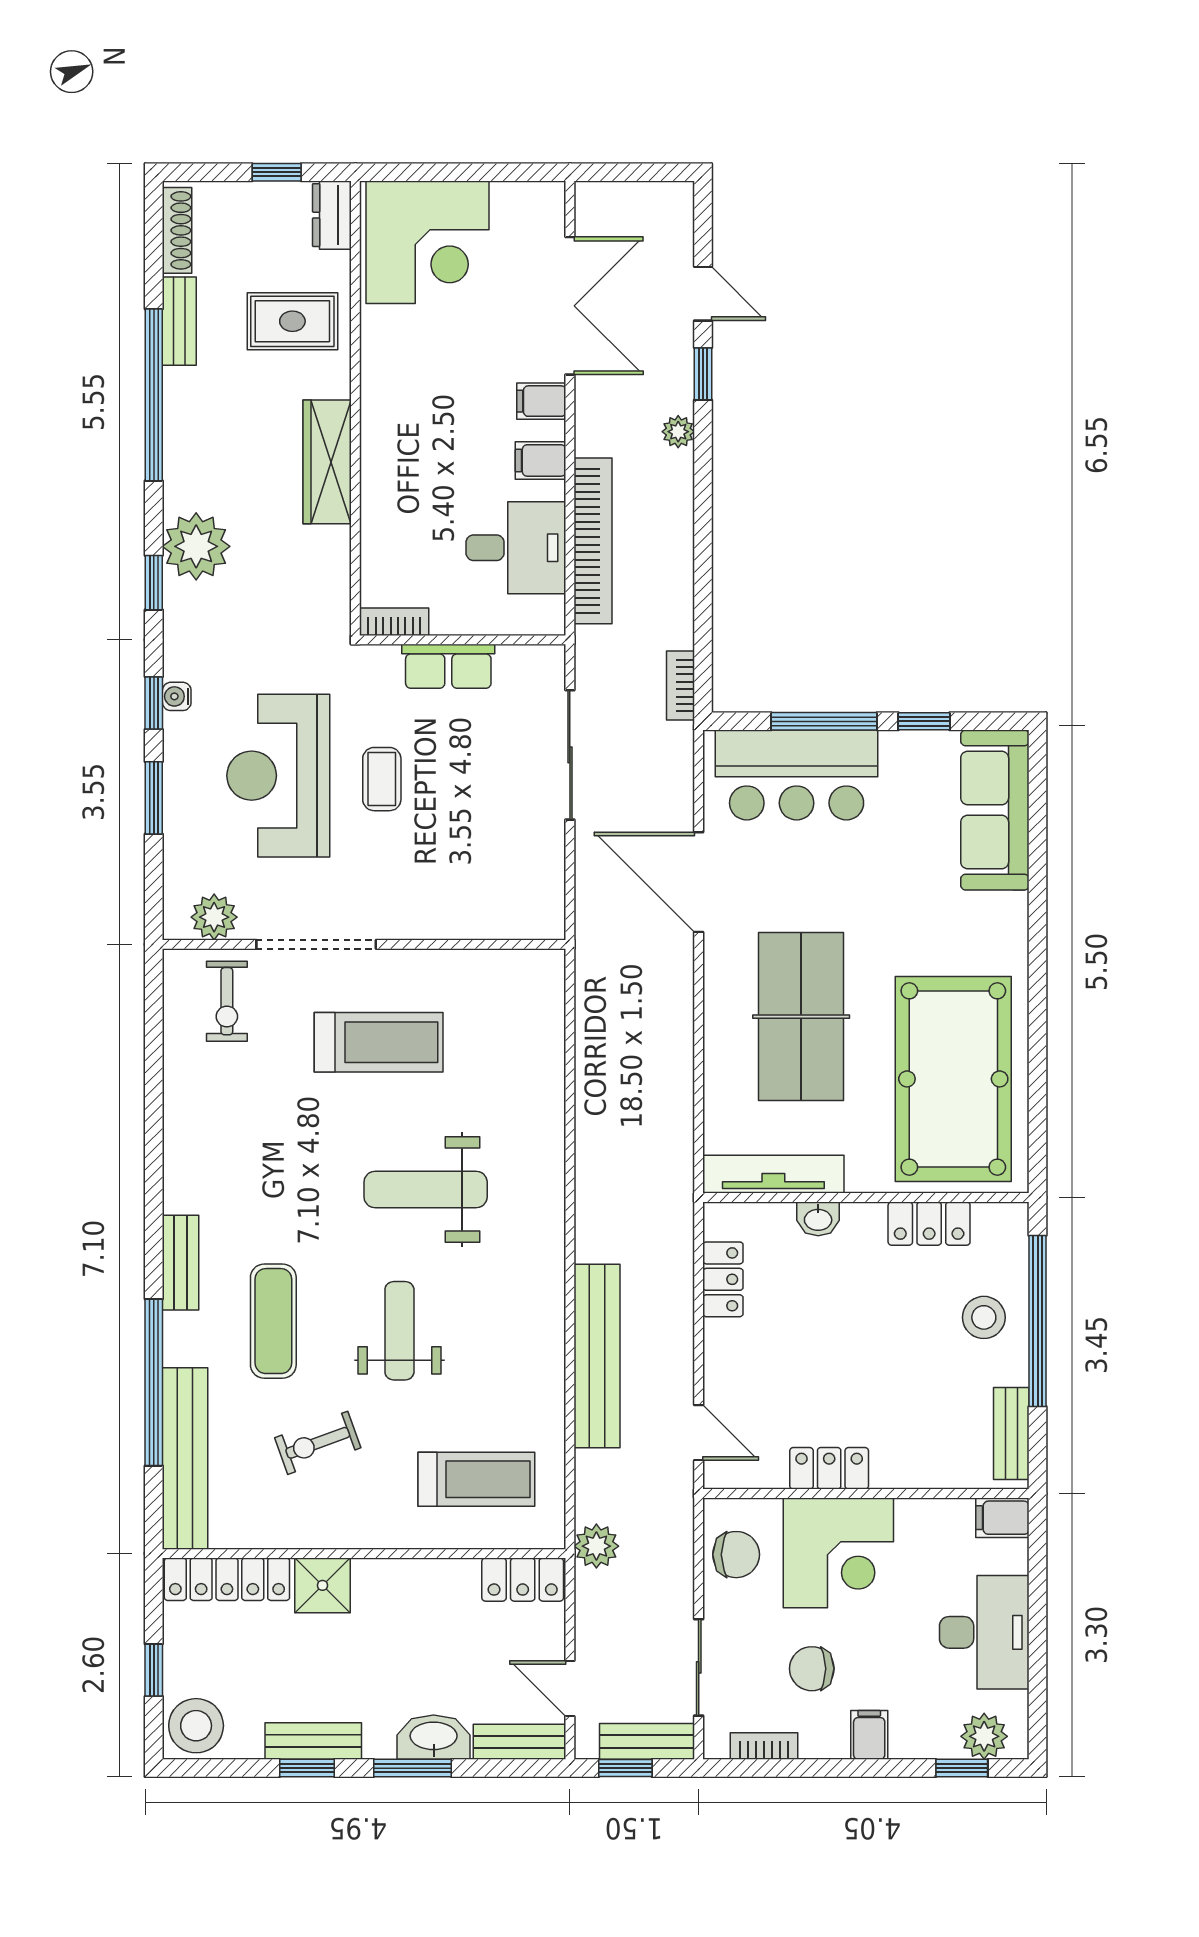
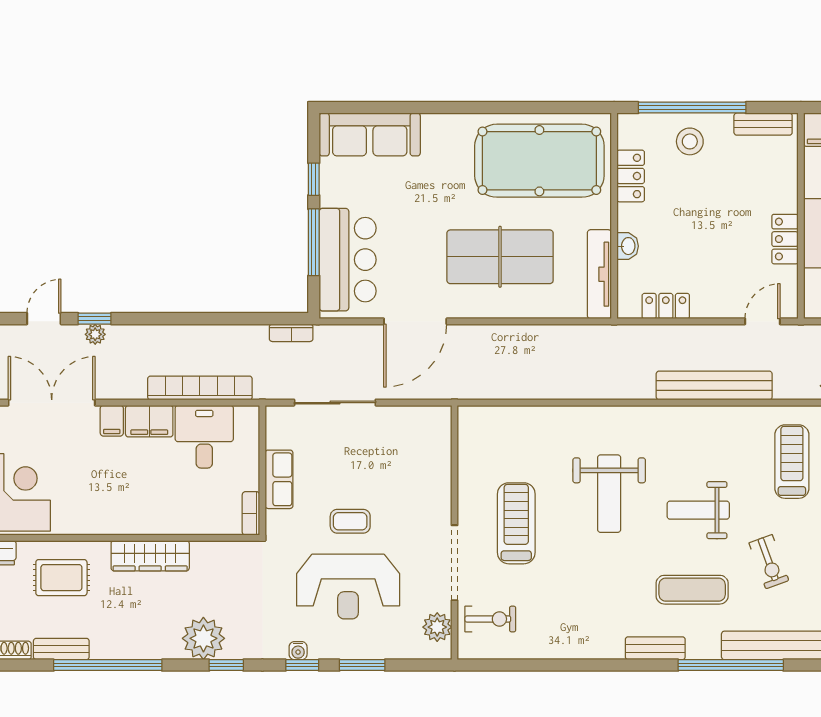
rug: (292, 321) -> (61, 578), turned 90
plant: (678, 432) -> (95, 334), moved
filing cabinet: (541, 460) -> (149, 421), width x2.00

